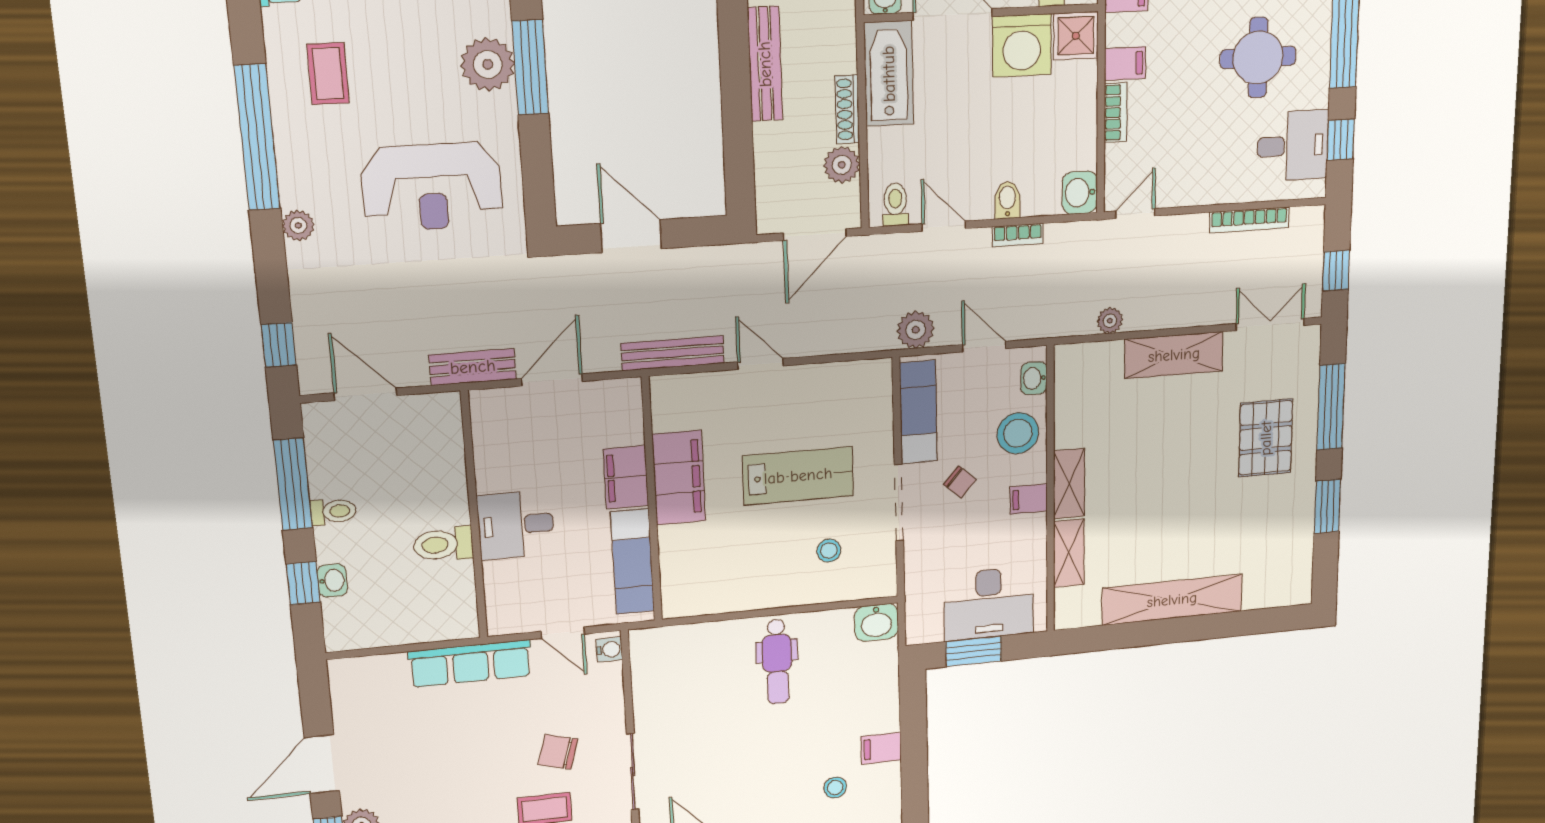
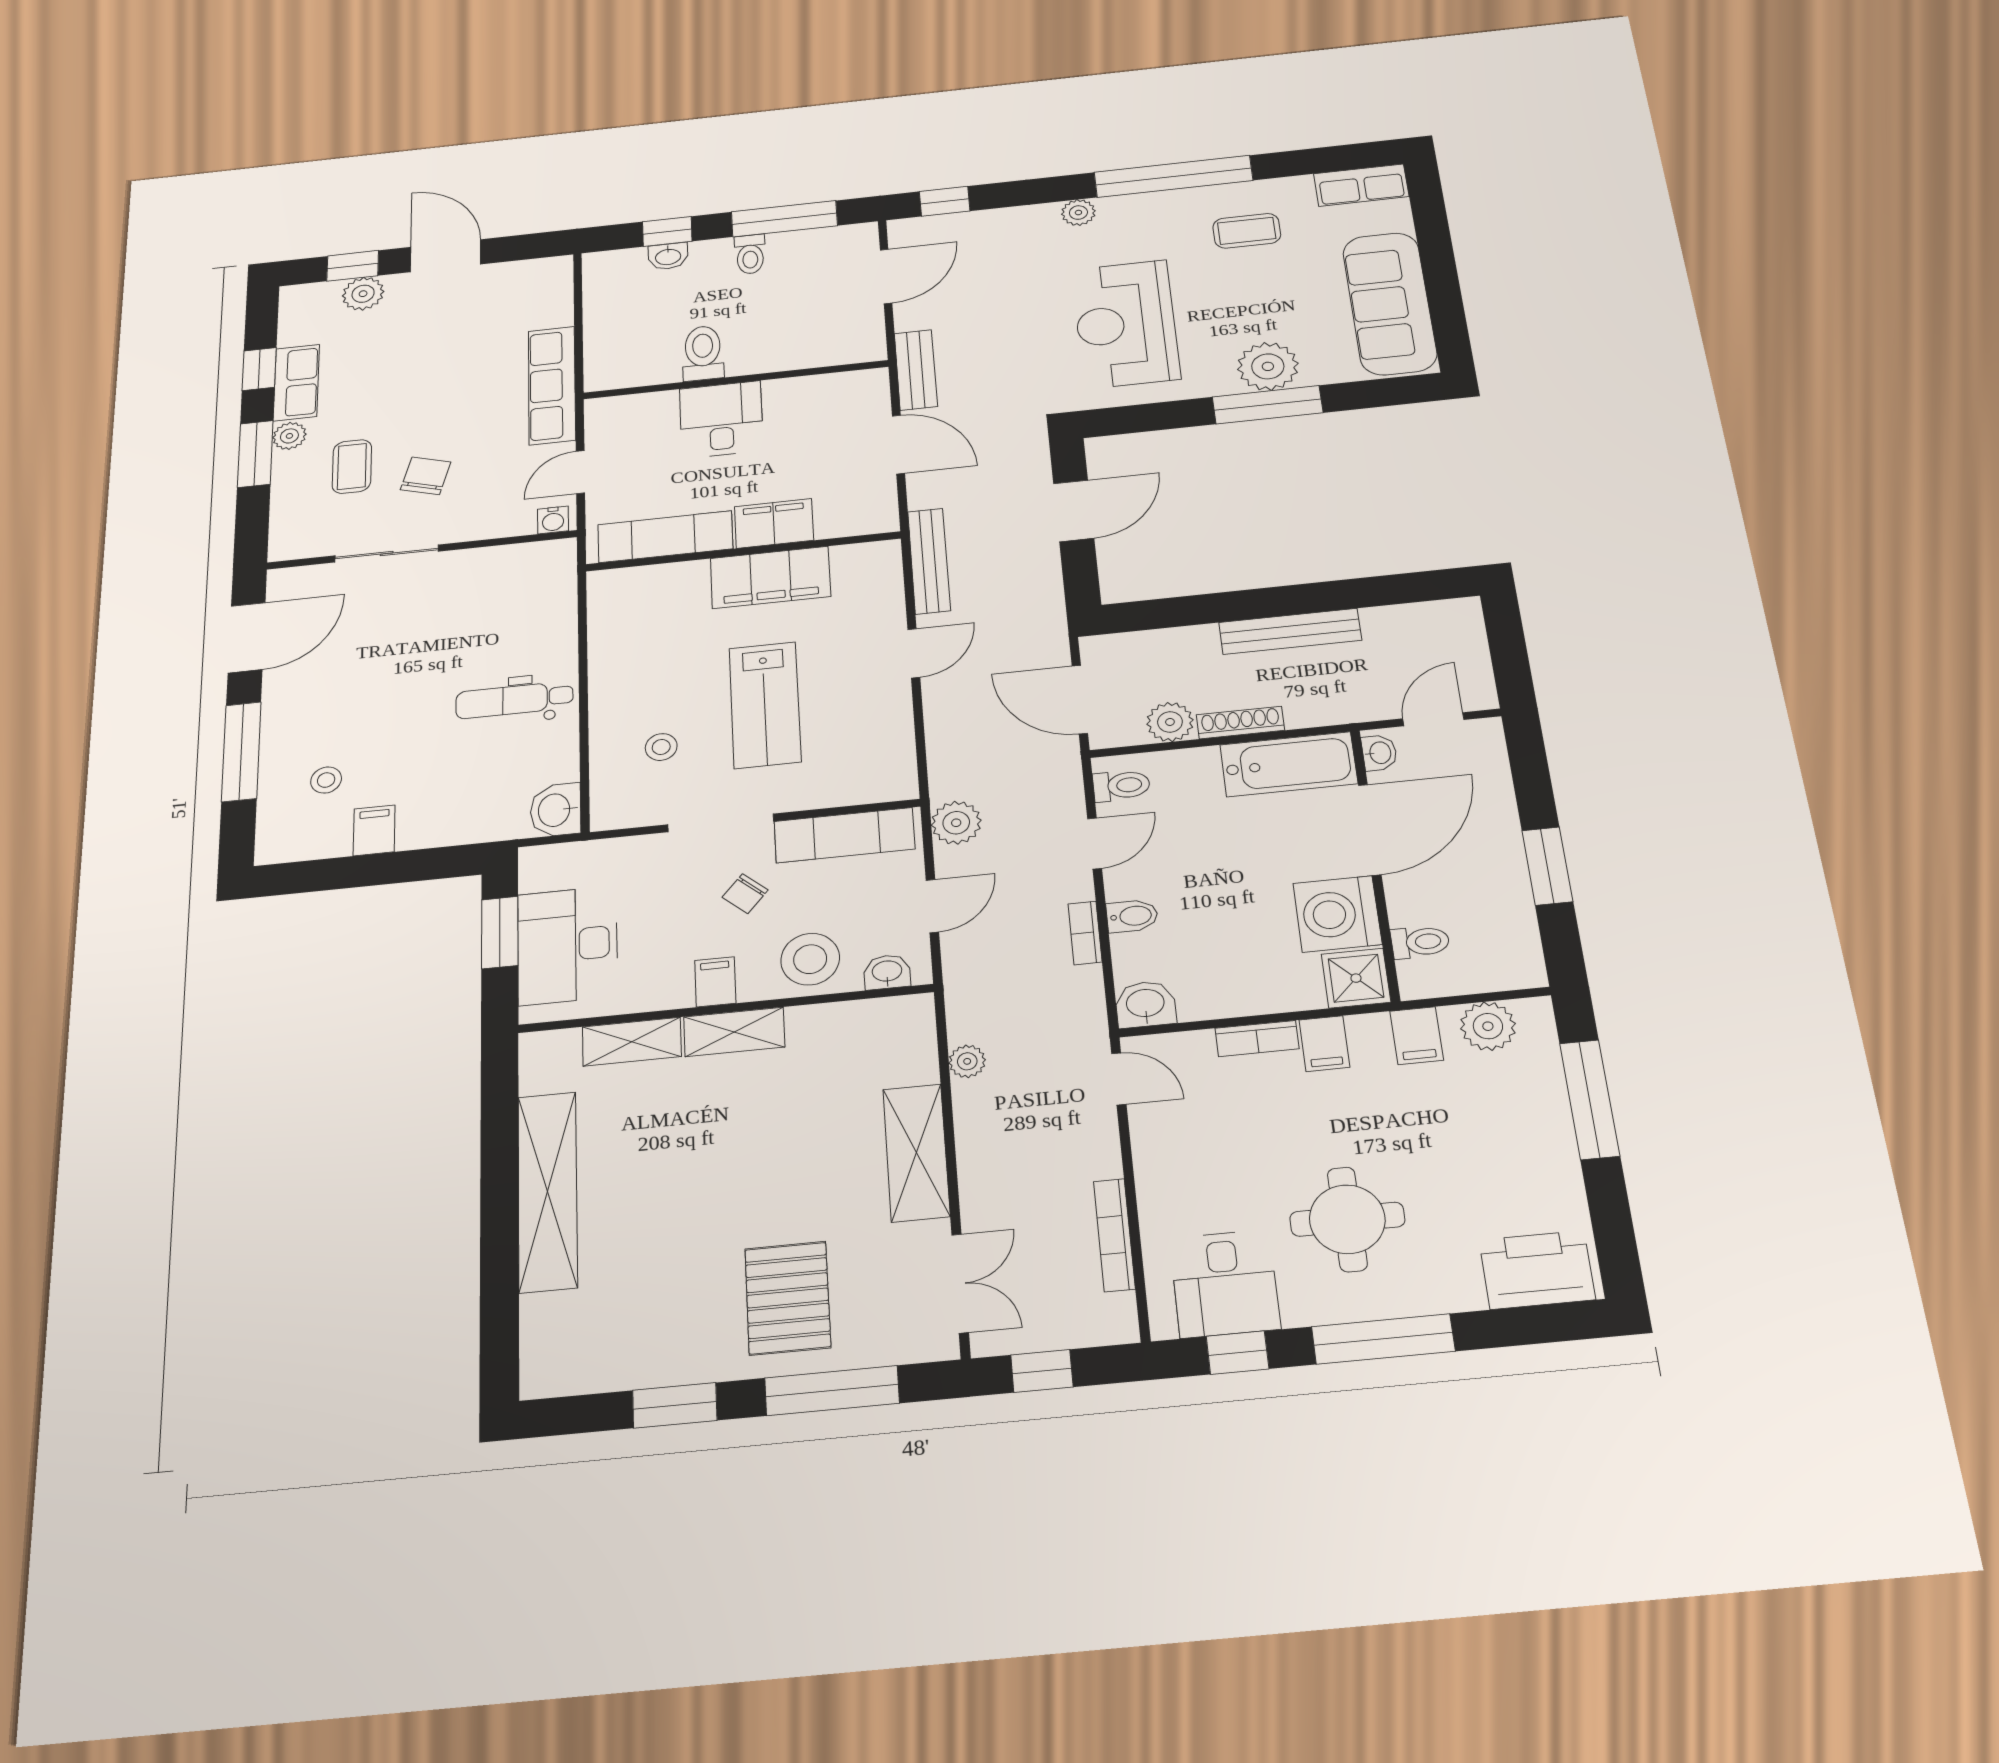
pallet: (1266, 438) -> (788, 1298), turned 90

